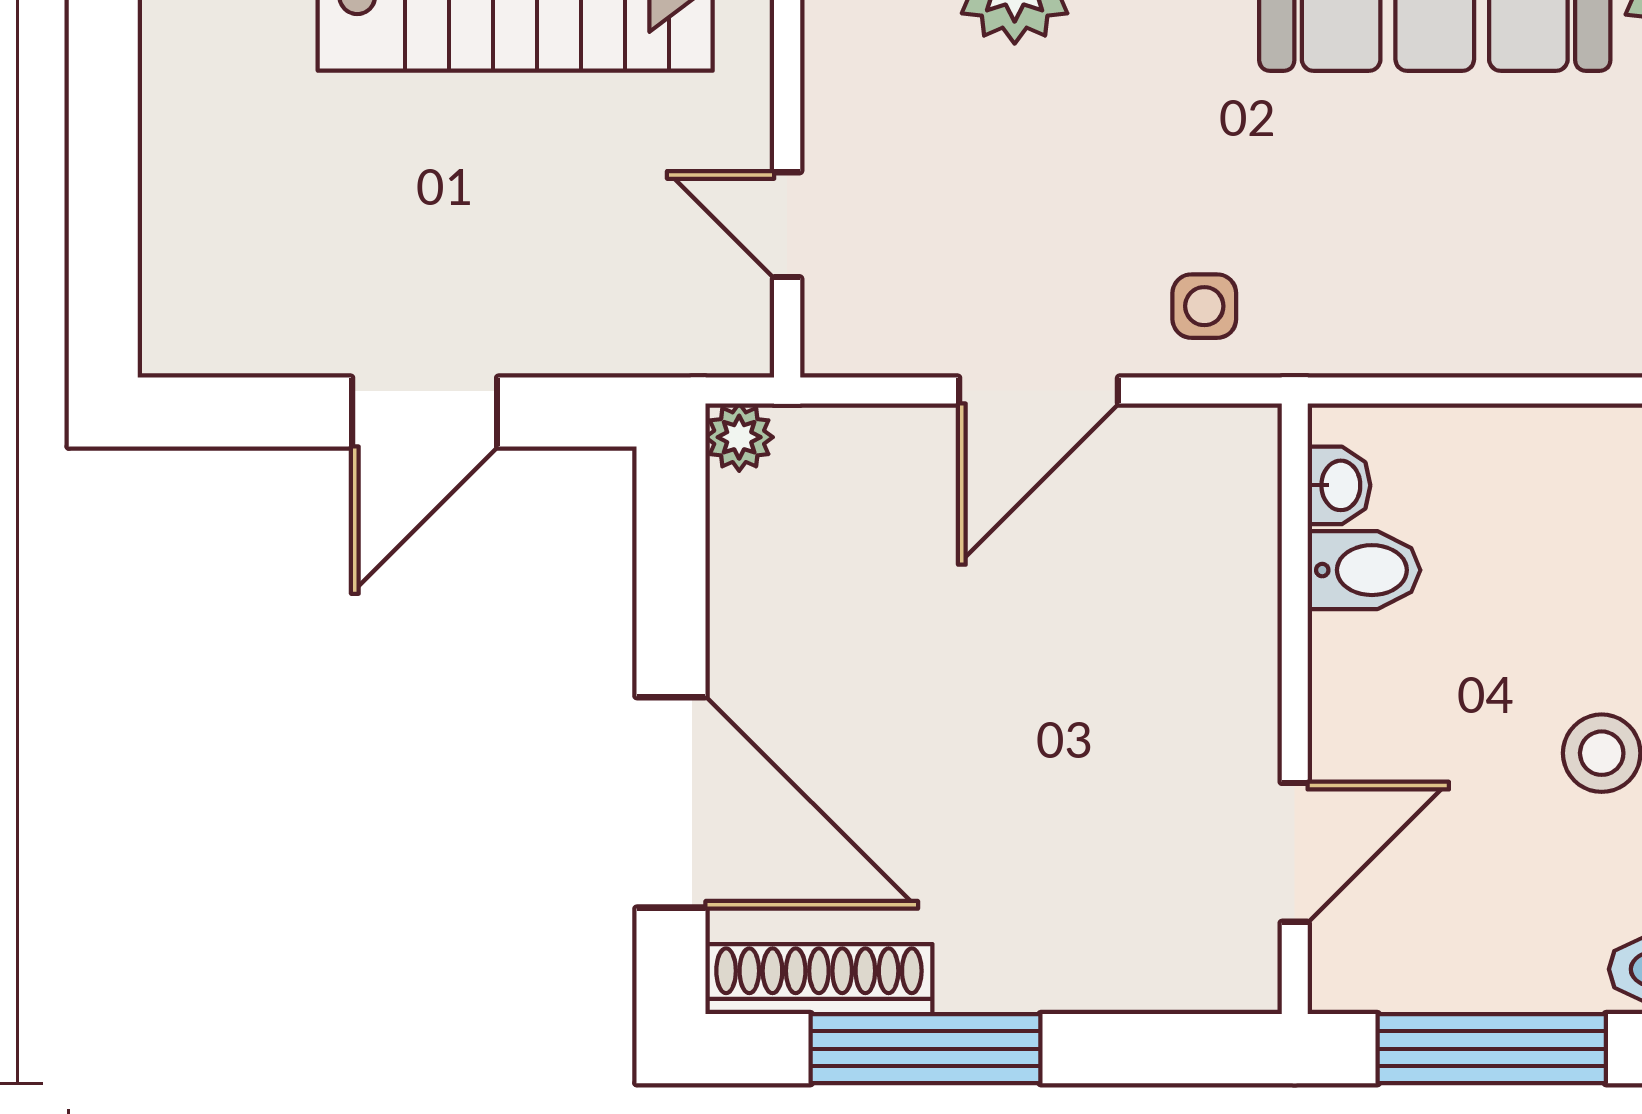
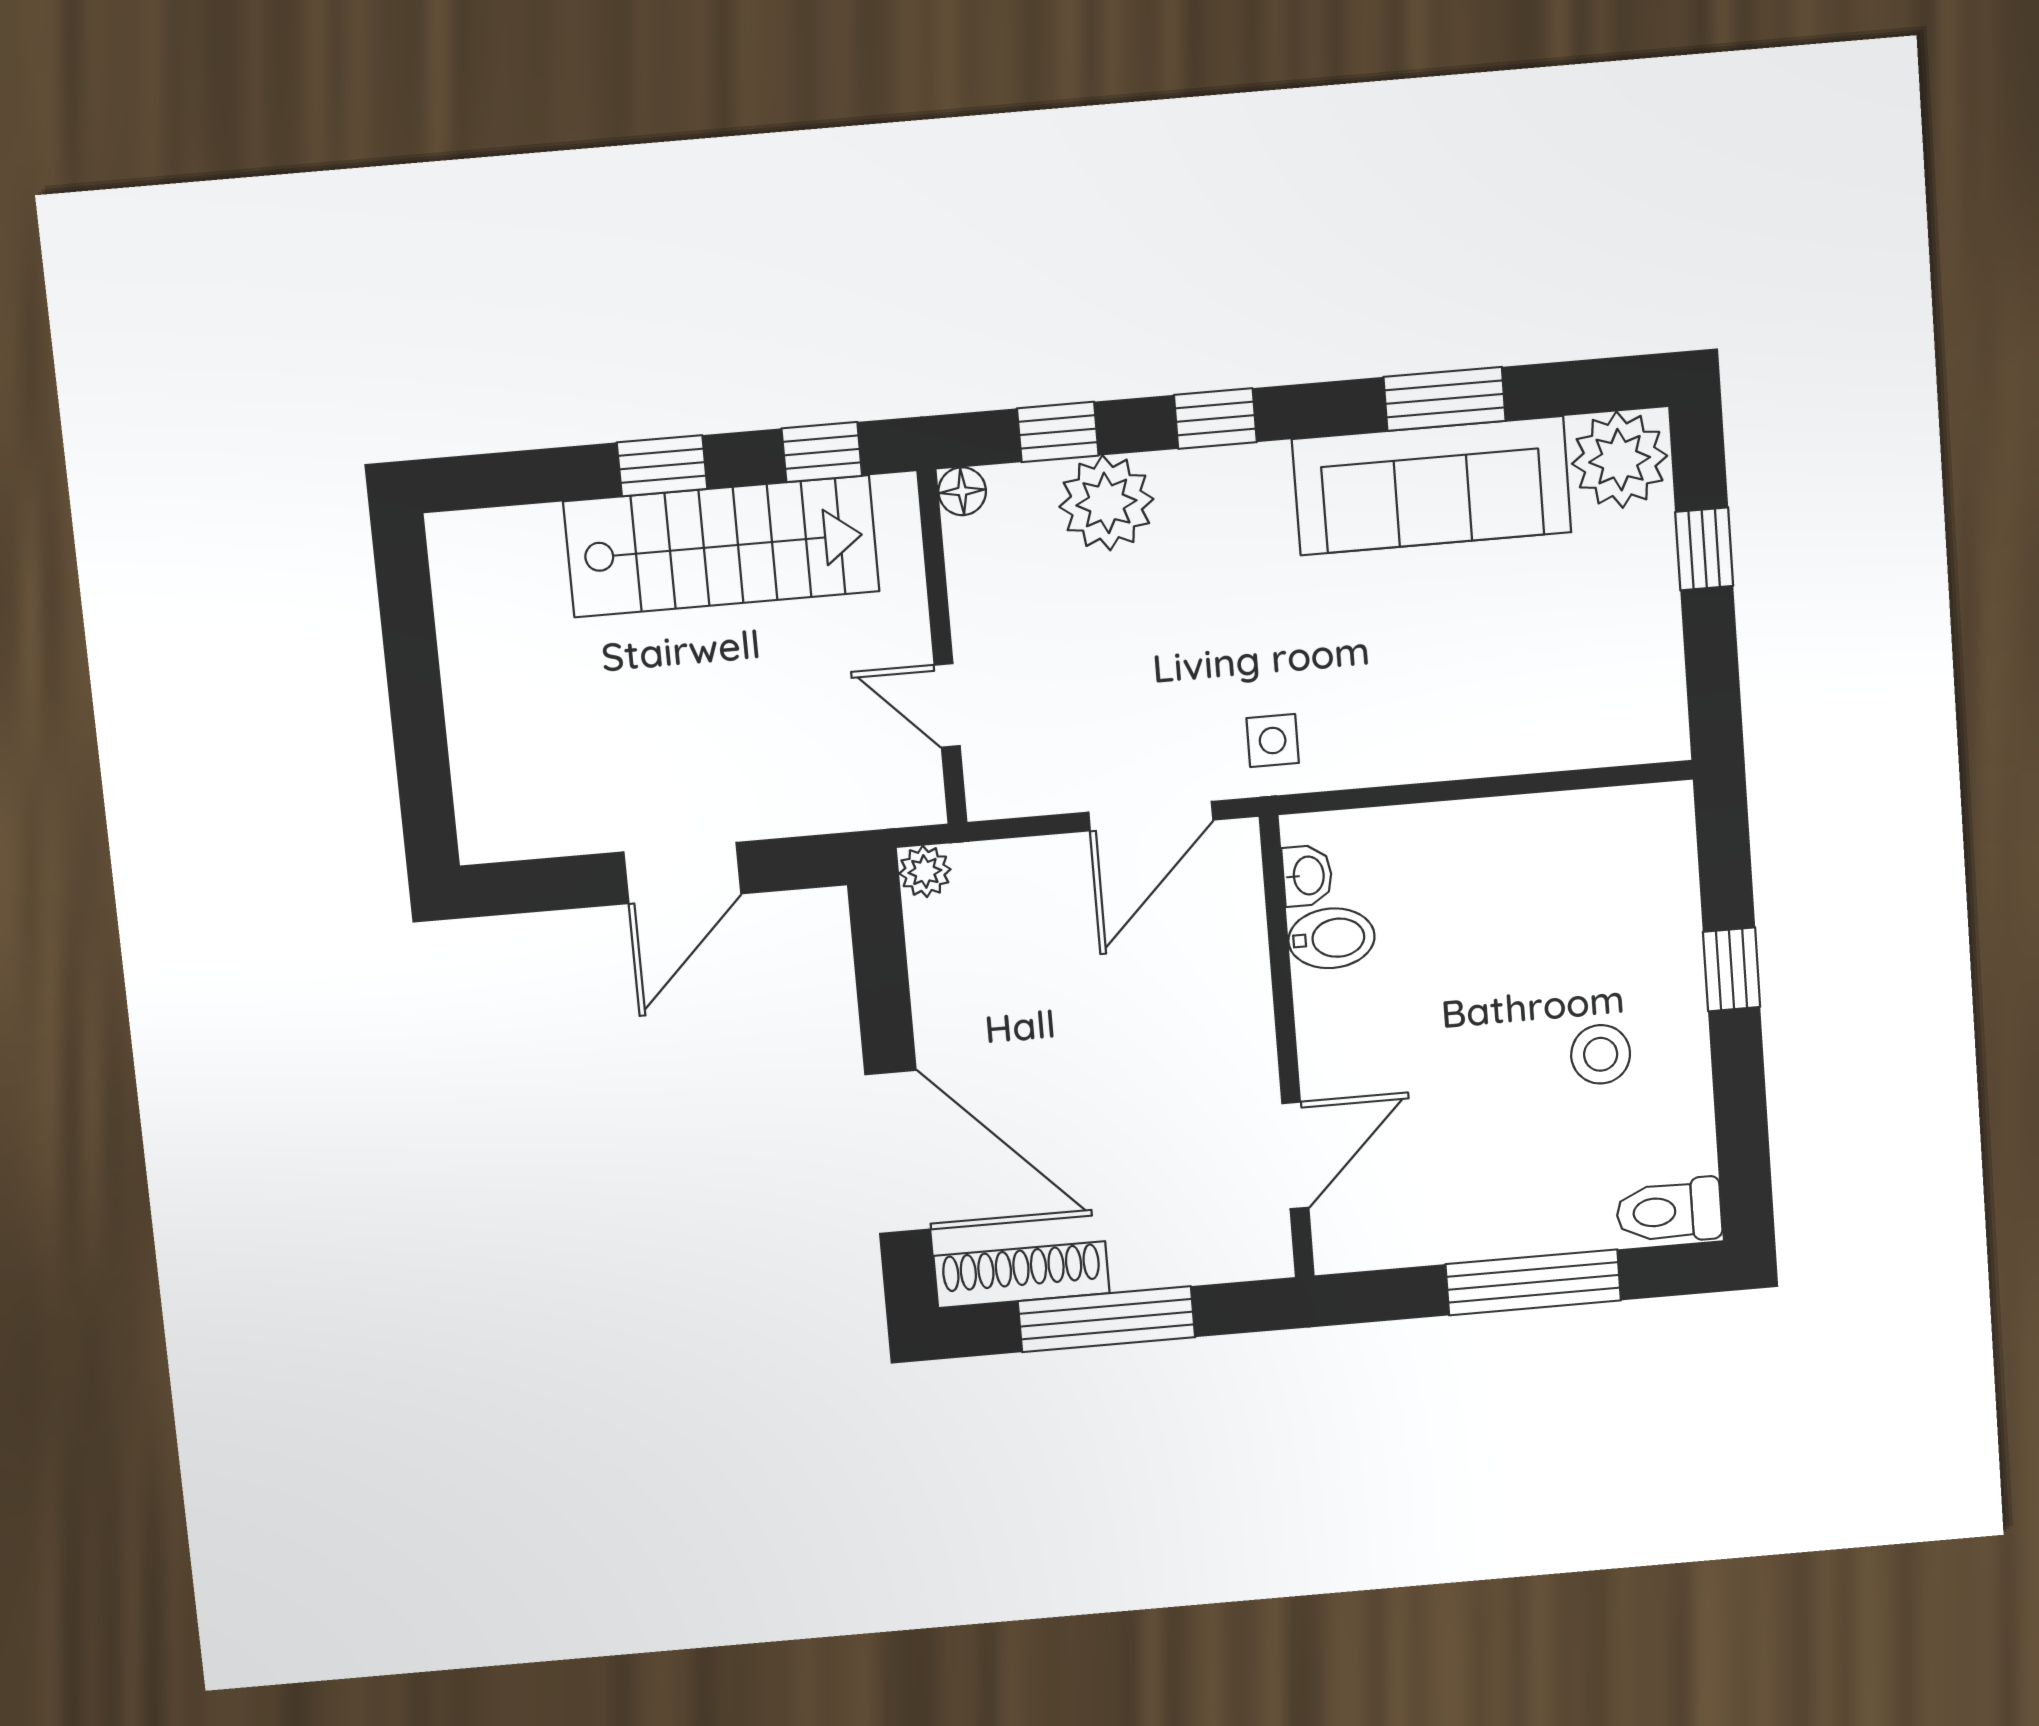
washbasin: (1339, 485) -> (1307, 876), moved
bidet: (1364, 570) -> (1331, 938), moved
wall: (1295, 709) -> (1287, 1048), moved
door: (1295, 852) -> (1295, 1156), moved

